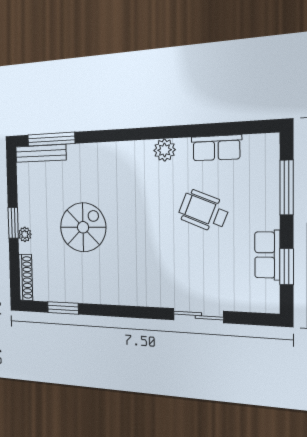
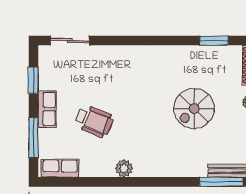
row of seats: (216, 148) -> (60, 168), moved
row of seats: (267, 255) -> (47, 109), moved
sliding door: (198, 316) -> (70, 41), moved

